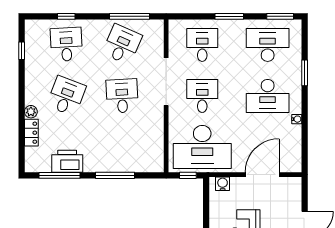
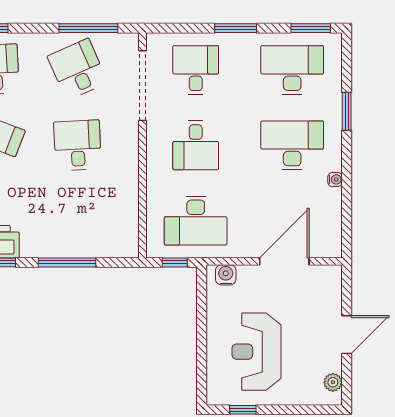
desk: (122, 44) -> (78, 69), turned -48
doorway: (166, 82) -> (142, 86), moved
desk: (202, 96) -> (196, 145), turned 180
desk: (268, 96) -> (292, 145), turned 180
desk: (202, 147) -> (196, 221), width x0.73, depth x0.77

